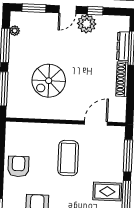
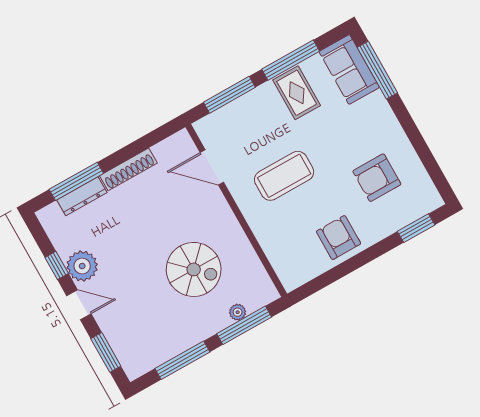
plant: (15, 31) -> (238, 312), moved
armchair: (18, 166) -> (339, 238), turned 90

